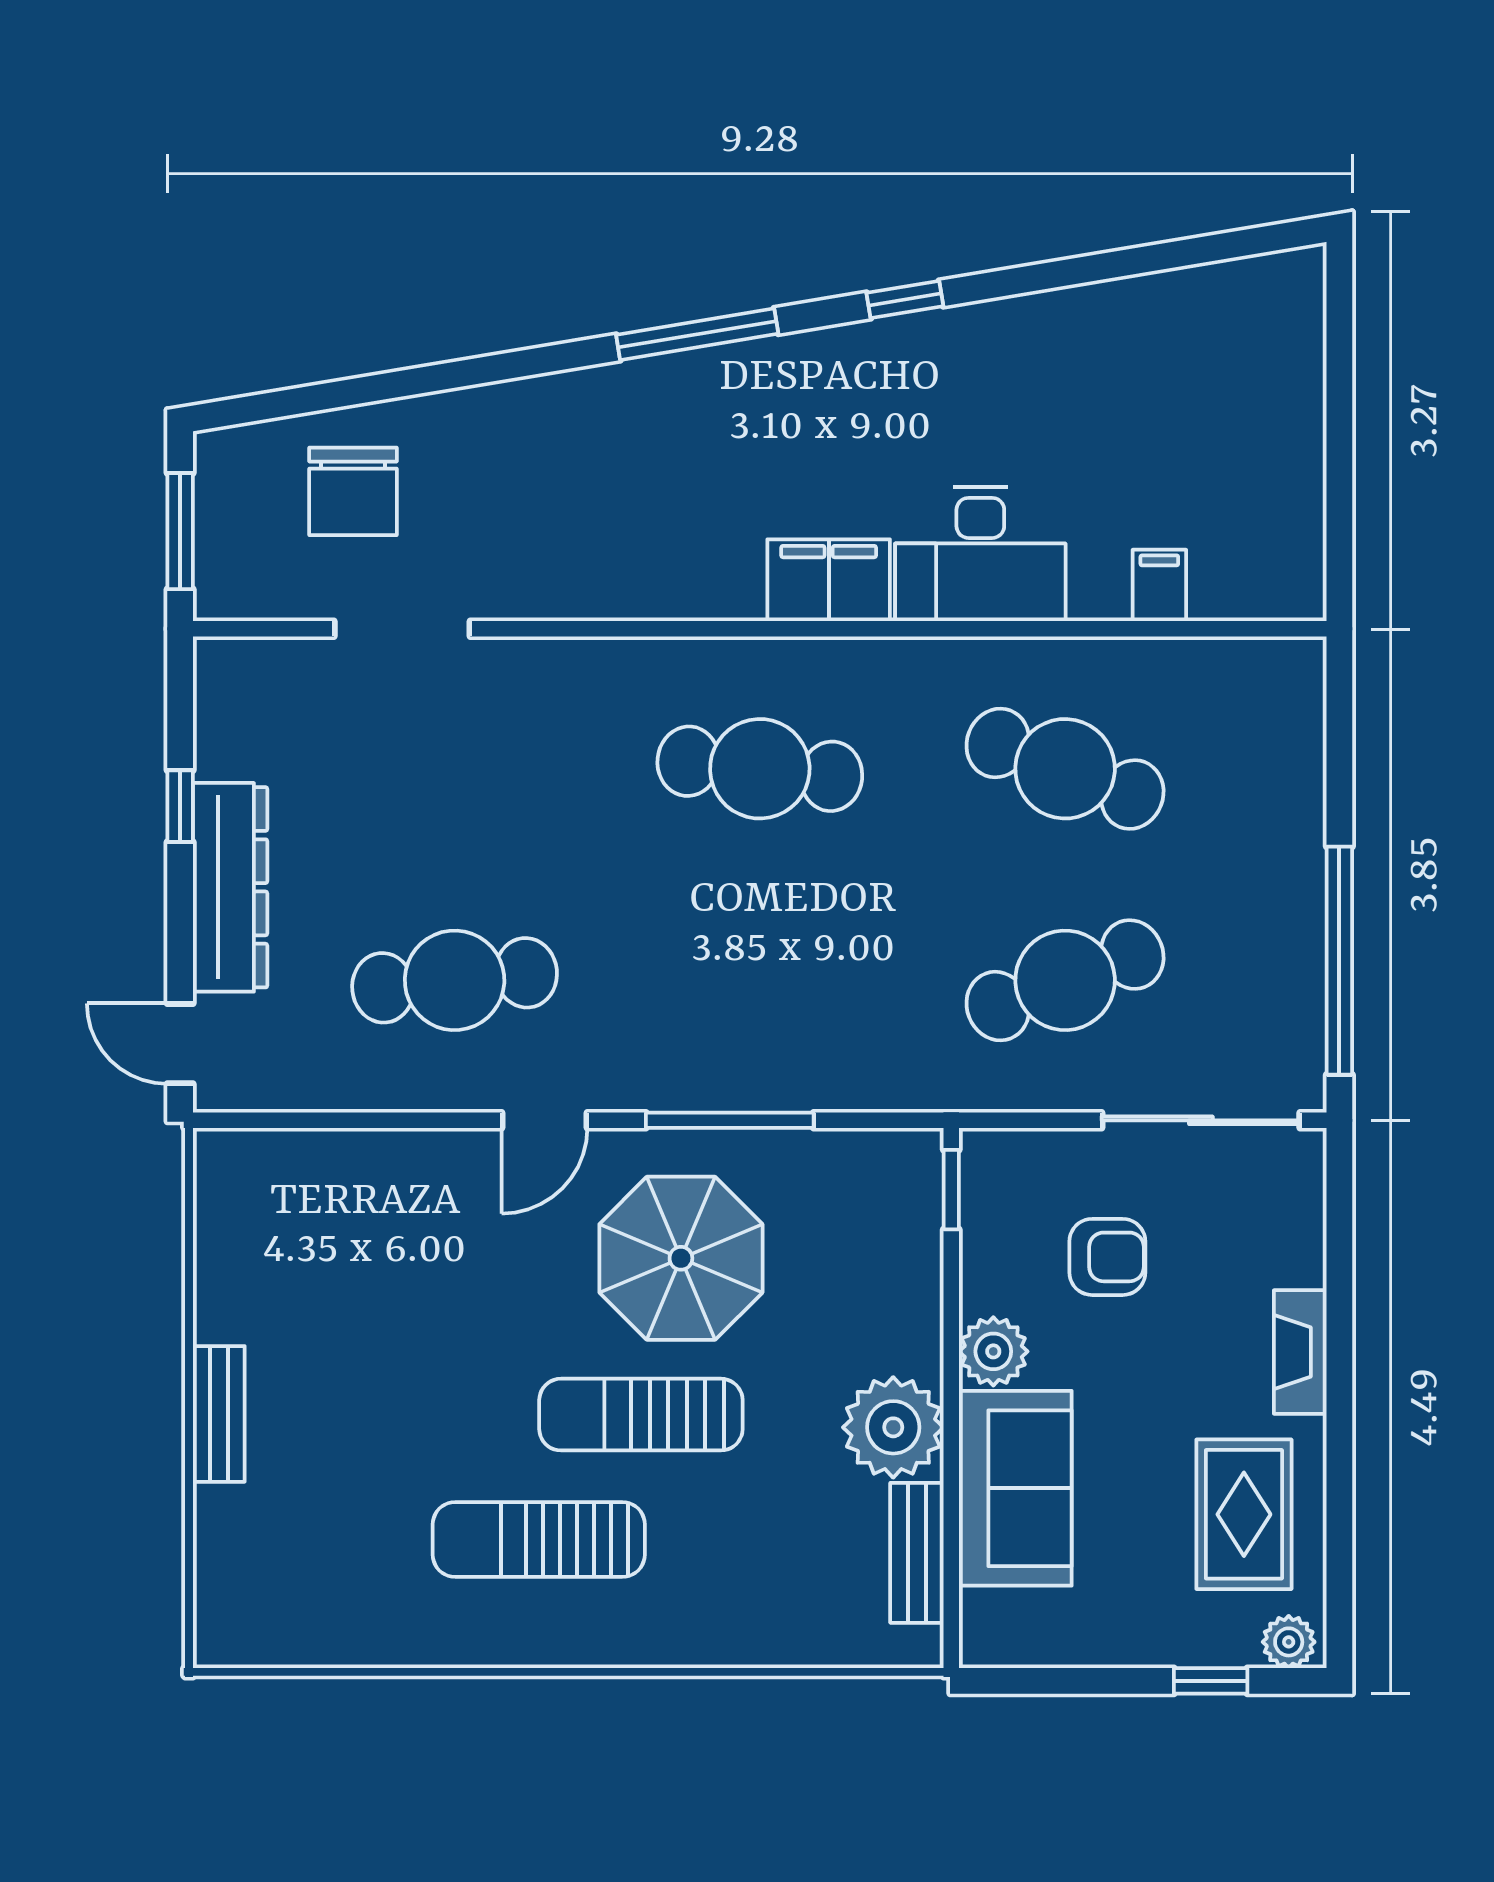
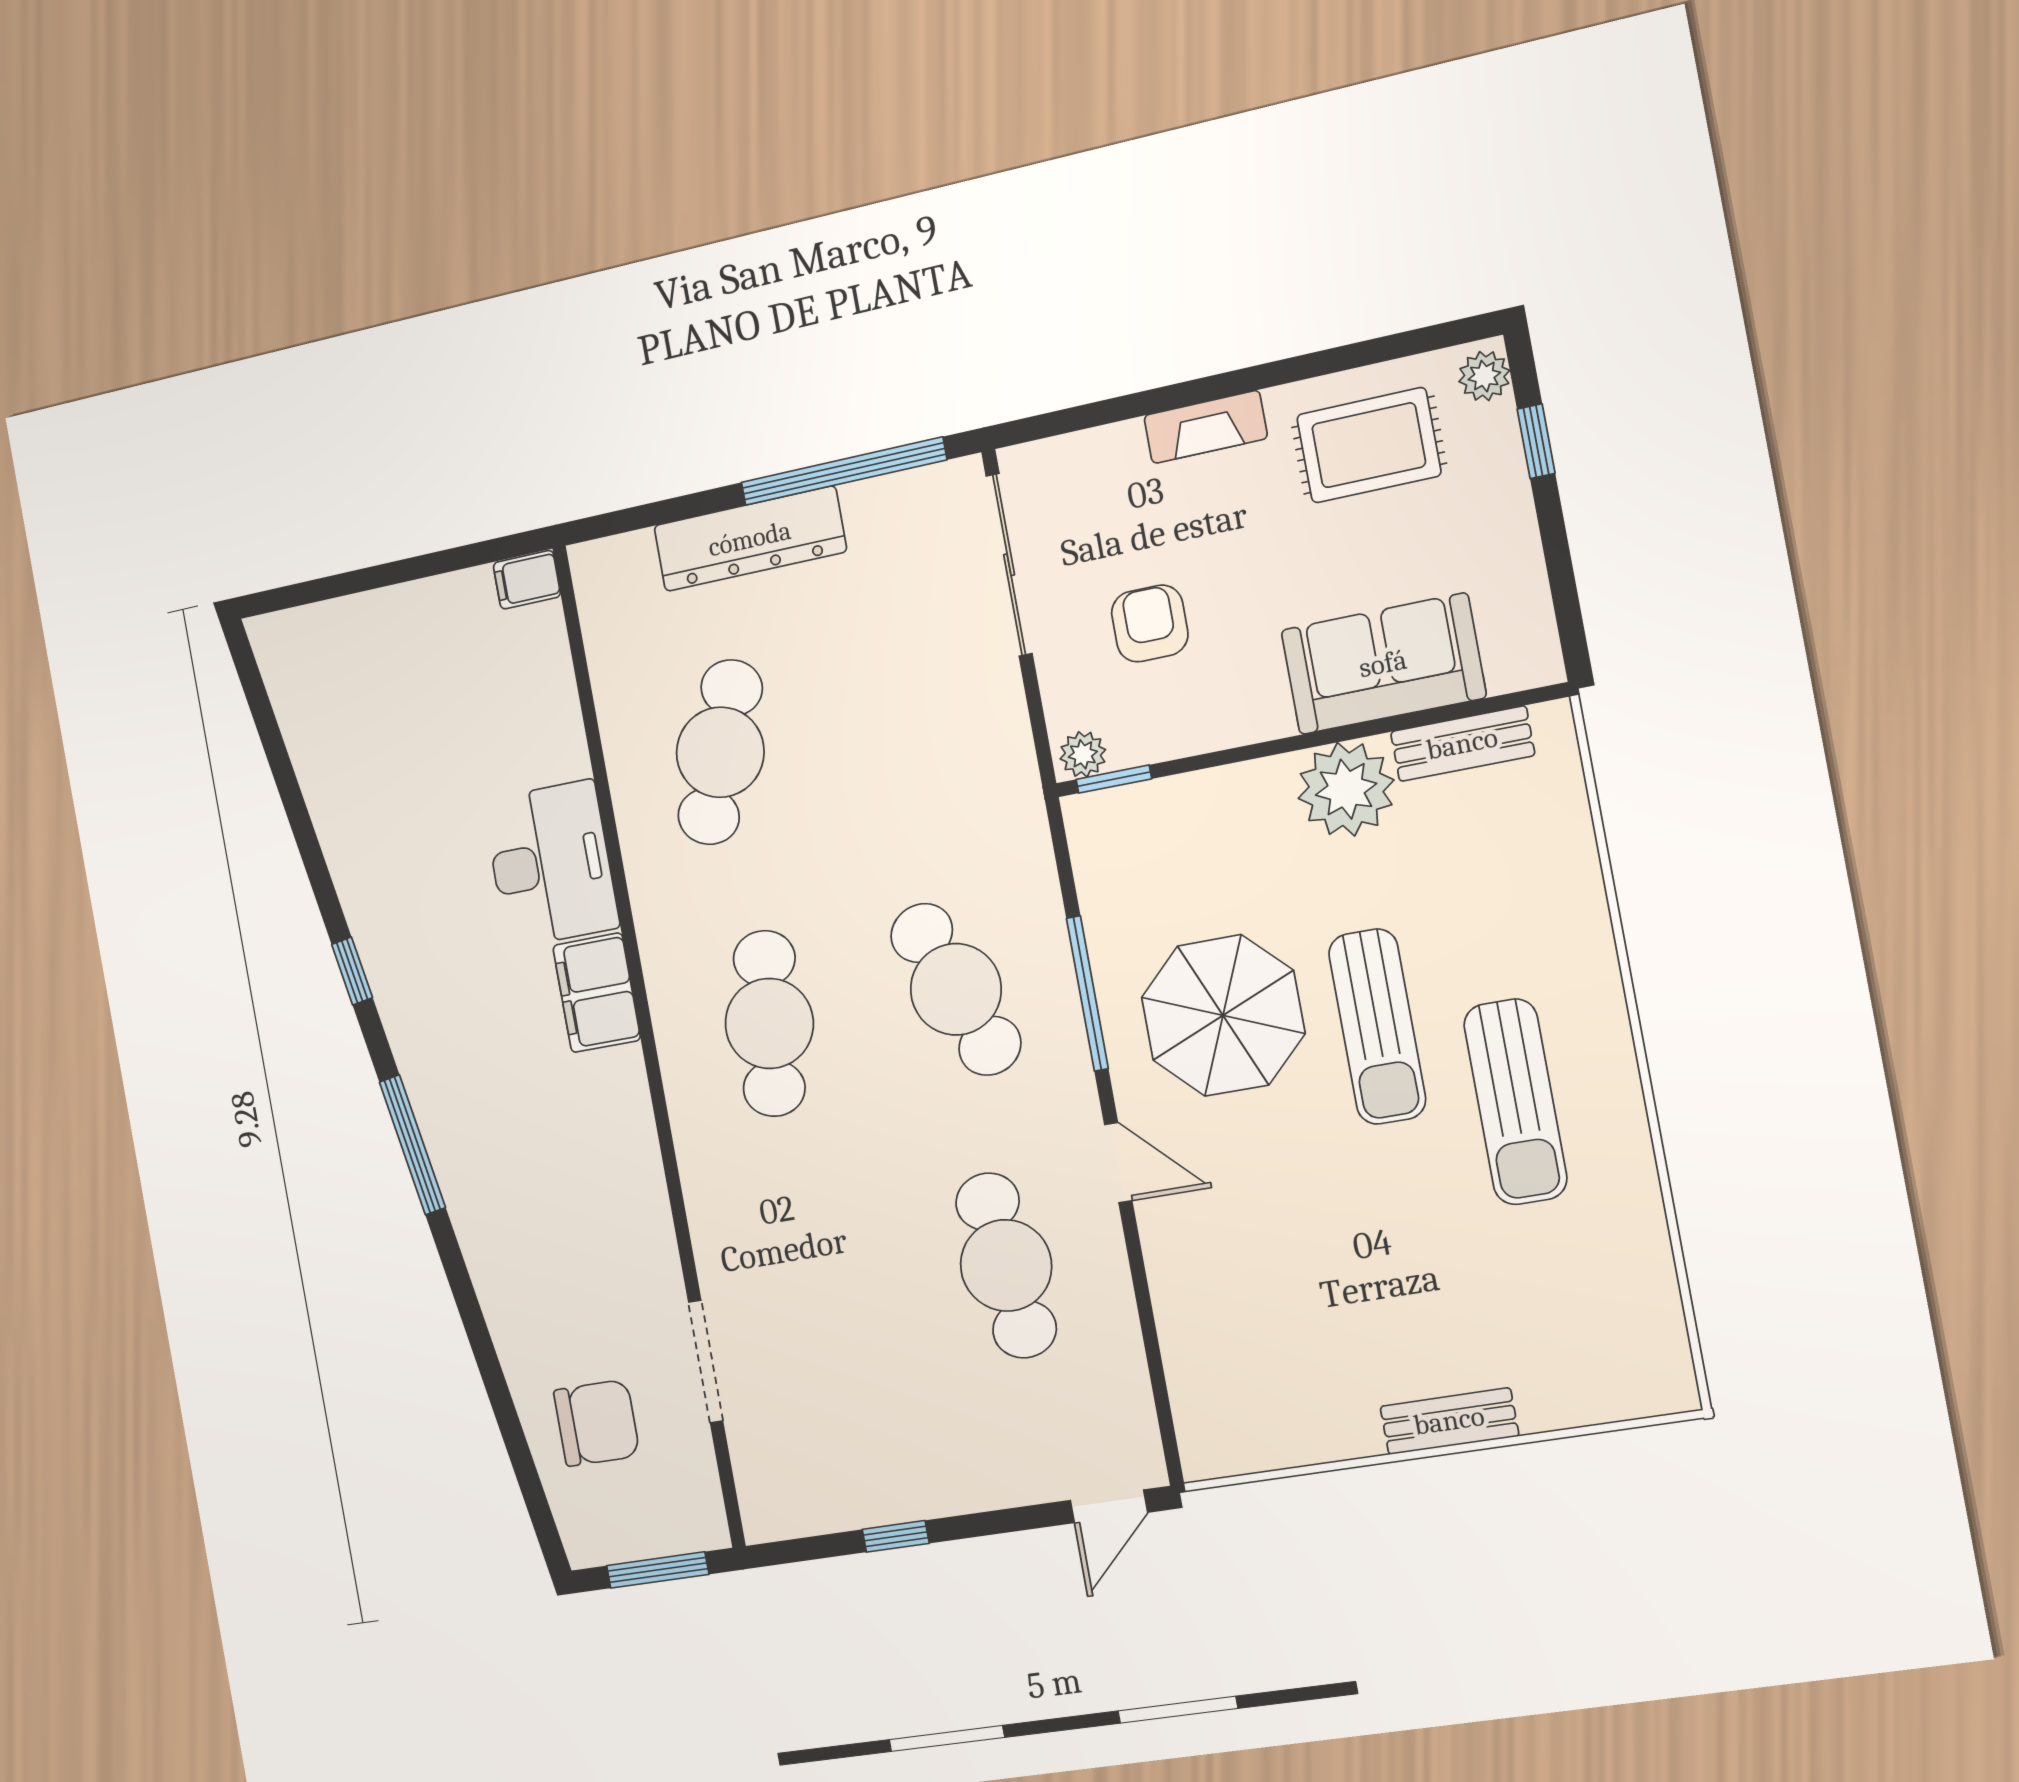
filing cabinet: (1159, 585) -> (527, 580), moved
dresser: (230, 887) -> (750, 539), moved, turned 180
cafe table: (1065, 980) -> (956, 989), moved
plant: (993, 1351) -> (1083, 754), moved, width x0.73, depth x0.73

